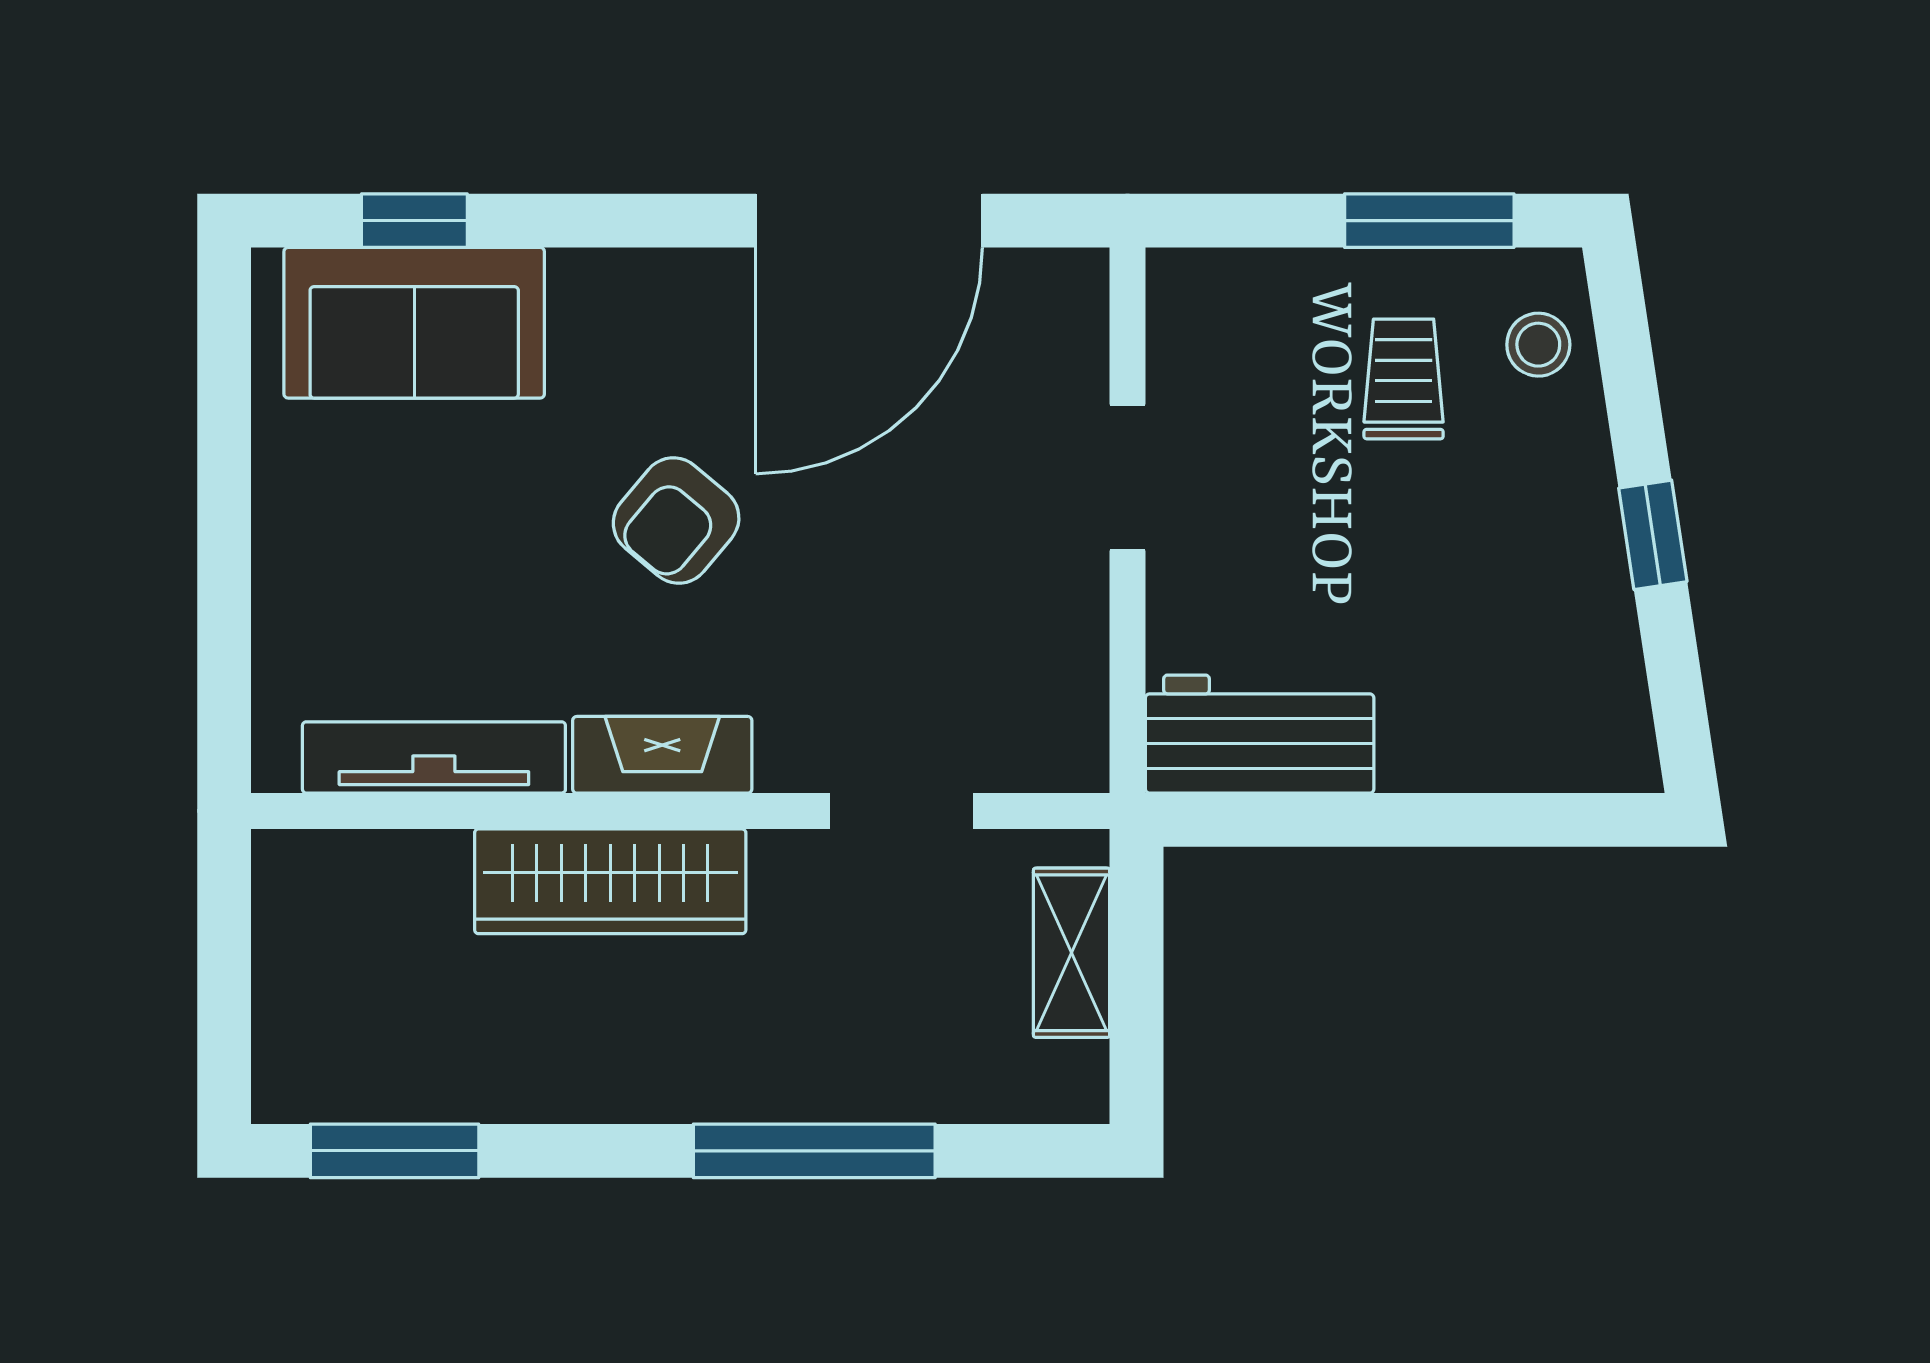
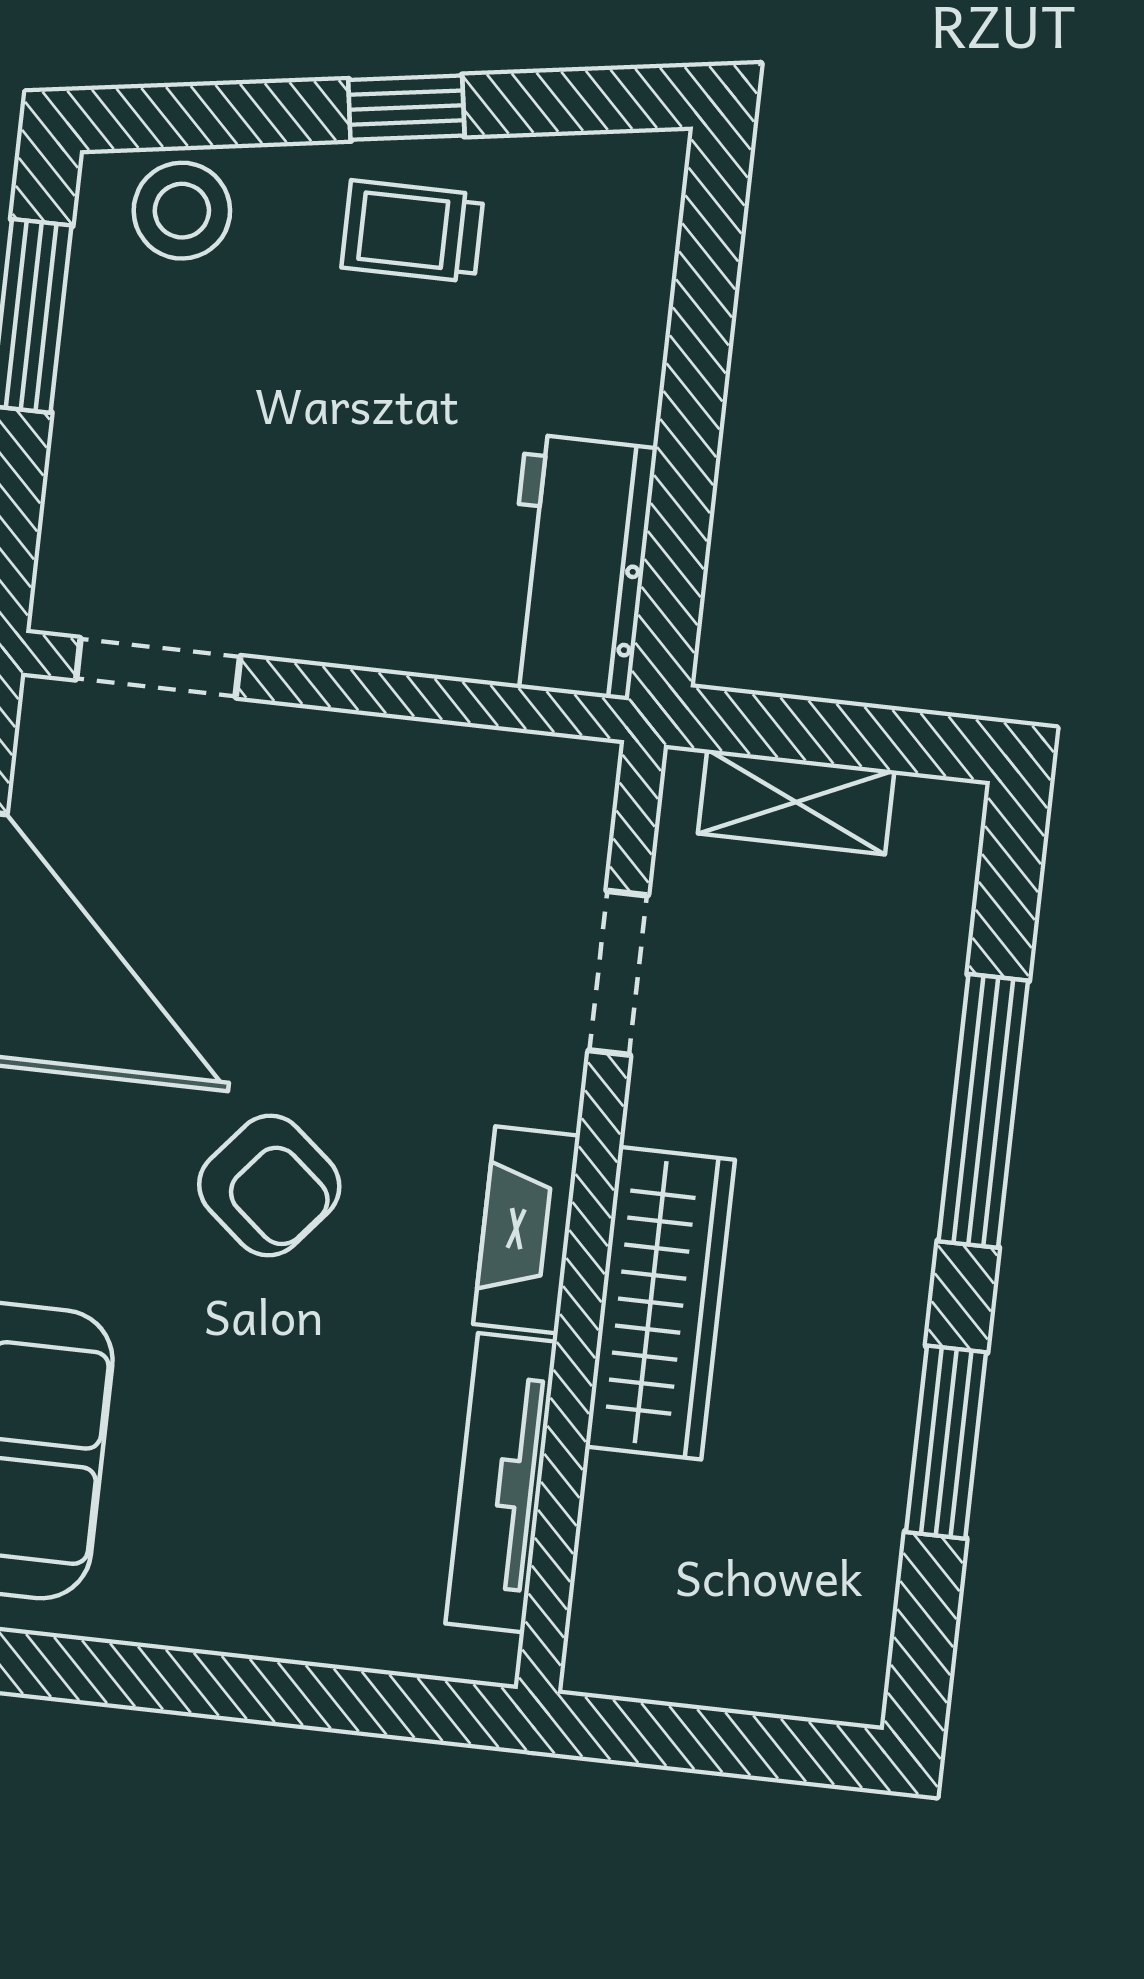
stool: (1538, 345) -> (182, 211), width x1.37, depth x1.37
trolley: (1404, 379) -> (413, 231), moved
doorway: (1128, 478) -> (158, 668), moved
window: (395, 1151) -> (946, 1442), moved

